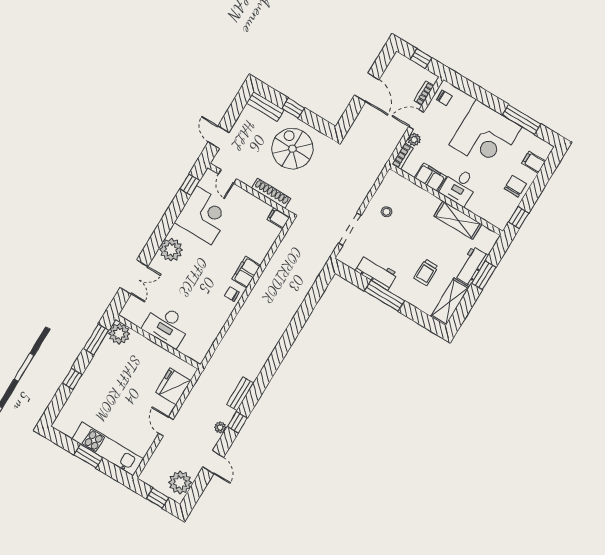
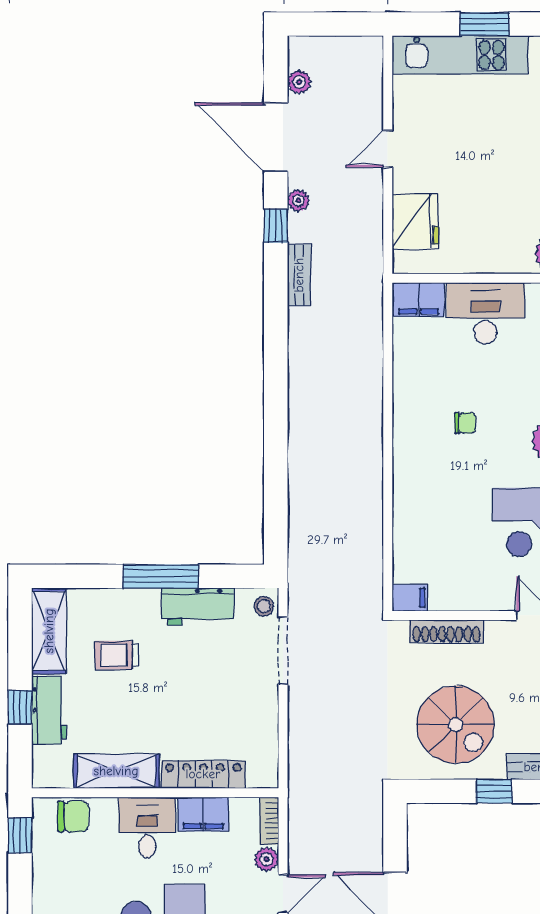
chair: (515, 186) -> (73, 817), moved, turned -90
locker: (419, 195) -> (203, 774), added
stool: (387, 212) -> (264, 606), moved
filing cabinet: (246, 272) -> (419, 300), moved, turned 90
trolley: (426, 272) -> (117, 655), turned -90
window: (484, 275) -> (20, 707), width x0.67
chair: (232, 294) -> (465, 423), moved
door: (166, 426) -> (388, 149), swing flipped
door: (213, 462) -> (276, 137), width x1.88
plant: (180, 482) -> (299, 82), width x0.53, depth x0.53
window: (157, 498) -> (331, 24), removed

